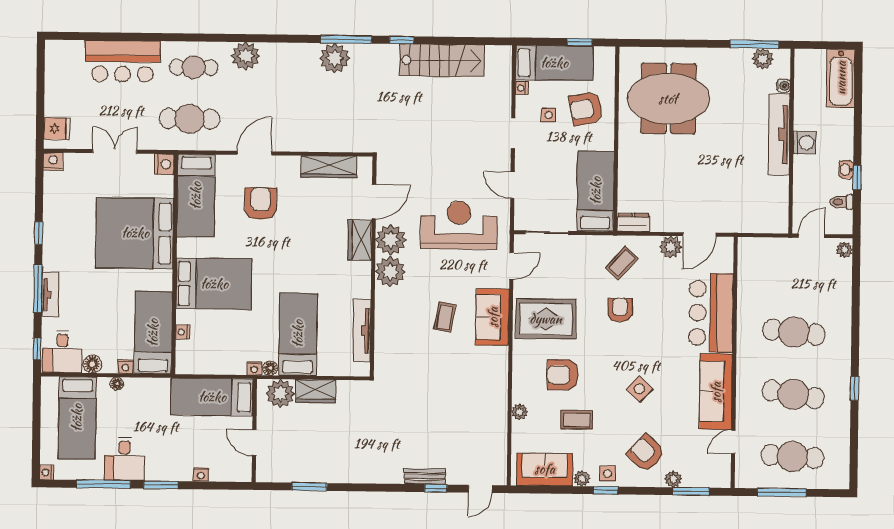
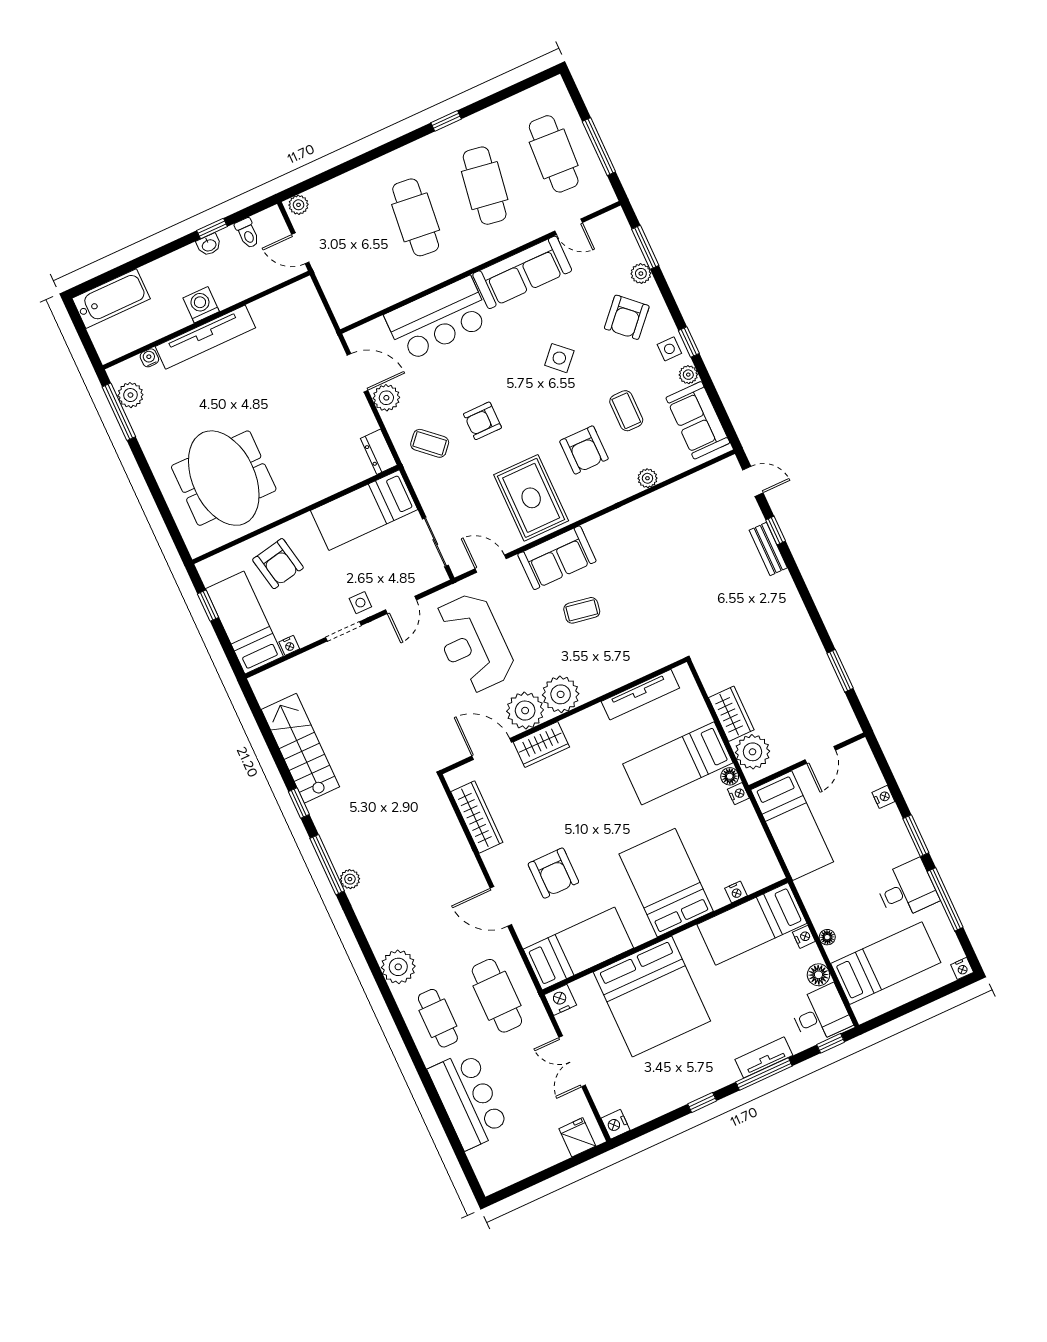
plant: (334, 58) -> (350, 879), width x0.53, depth x0.53
side table: (549, 115) -> (360, 603), moved
armchair: (261, 204) -> (553, 873), turned -90

